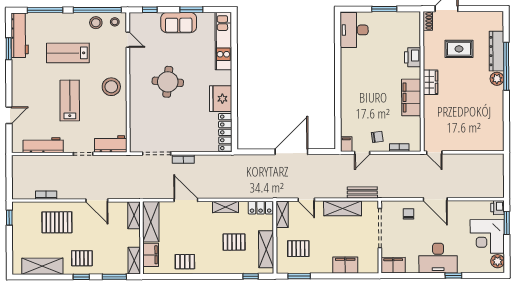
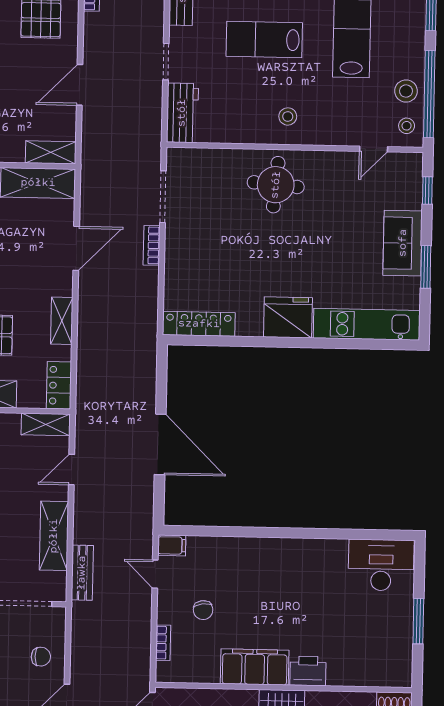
printer: (413, 57) -> (308, 671), moved
round table: (168, 82) -> (276, 185), moved
stool: (111, 87) -> (288, 116), width x0.53, depth x0.53
fridge: (221, 99) -> (288, 317), moved
lab bench: (70, 101) -> (264, 40), turned 180
chair: (377, 137) -> (203, 610), moved

